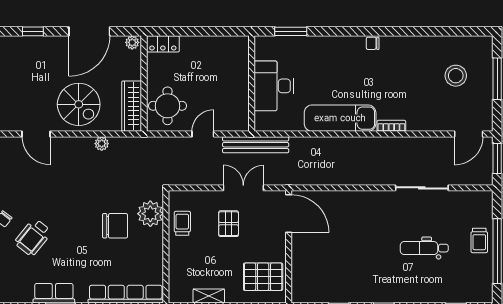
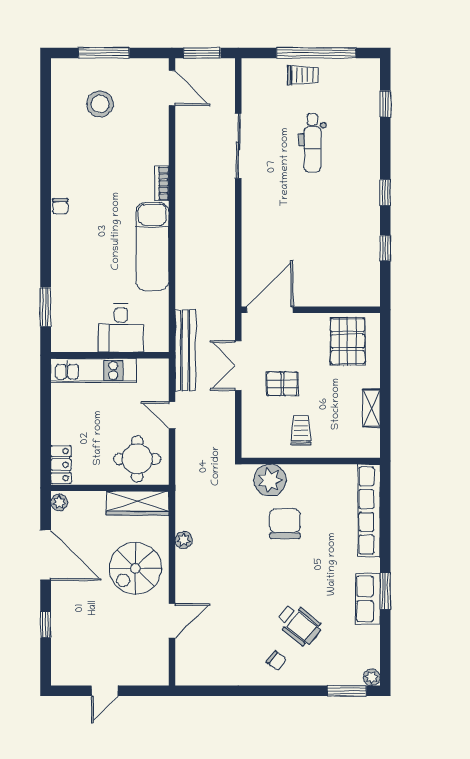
kitchen unit: (239, 70) -> (93, 370), added
desk: (274, 86) -> (121, 328), width x0.73
spiral stairs: (79, 104) -> (135, 568), turned 180
trolley: (182, 223) -> (301, 430), moved, turned 90

